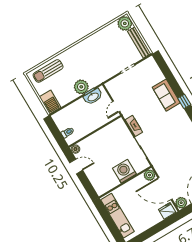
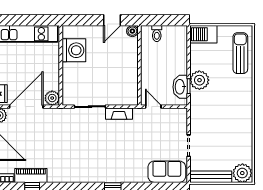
sofa: (166, 95) -> (167, 172), moved
washing machine: (124, 171) -> (74, 50), moved

